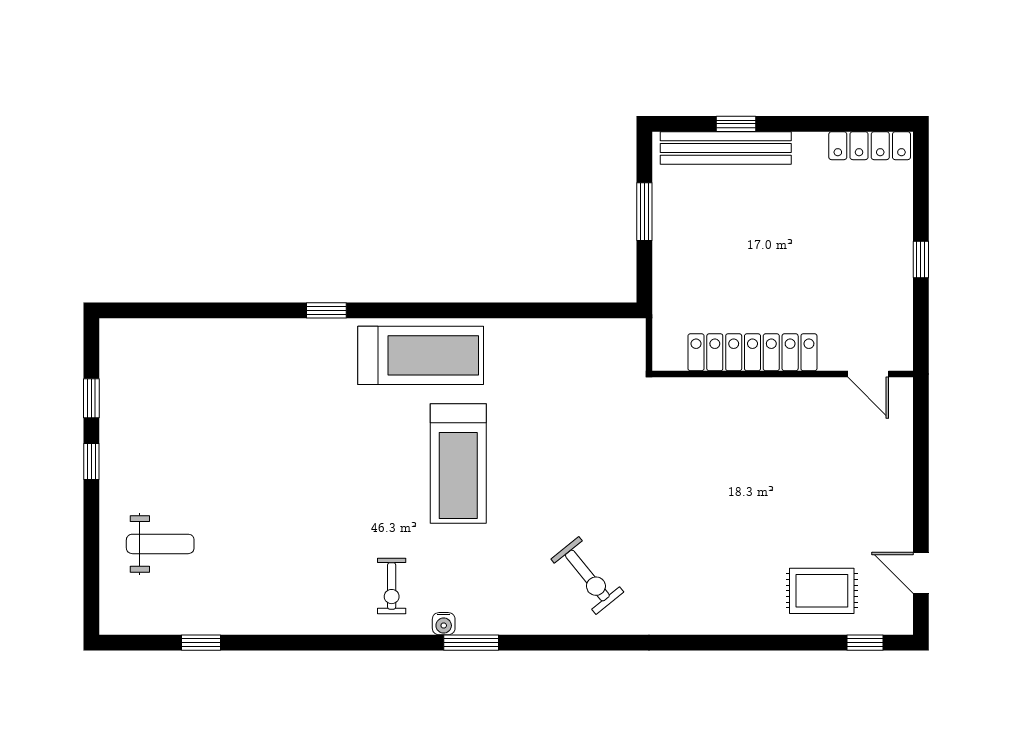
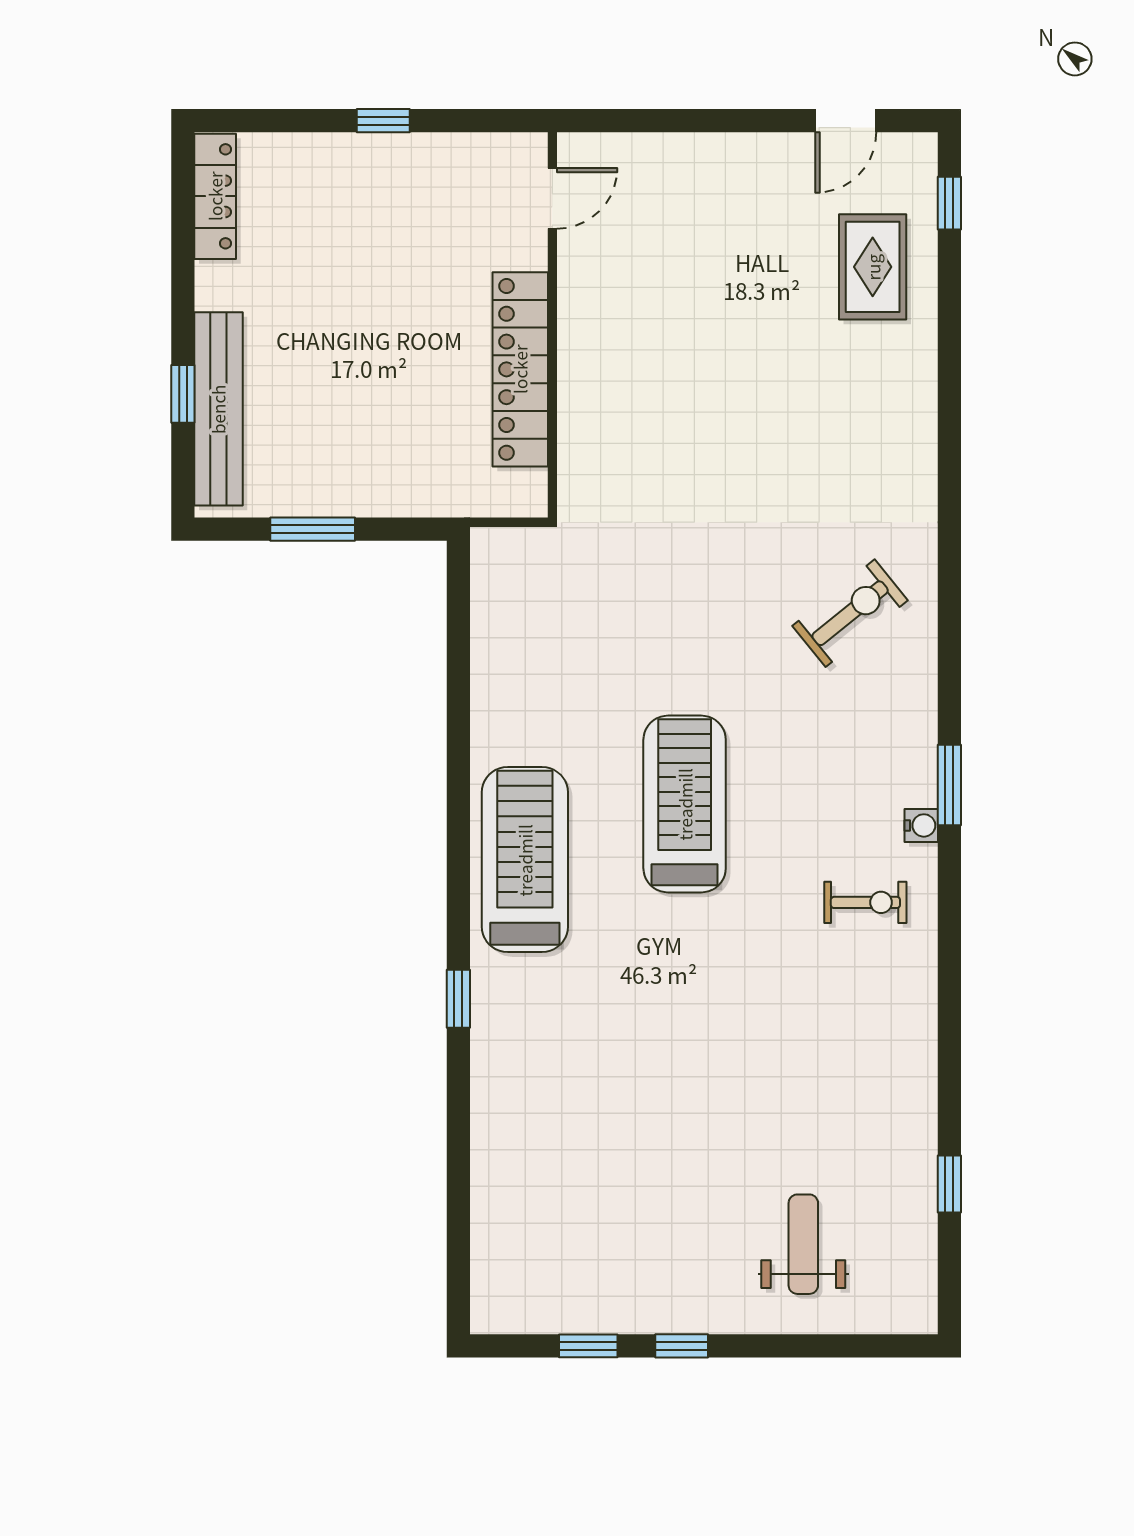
treadmill: (458, 464) -> (685, 804), turned -90

